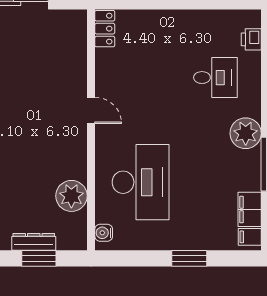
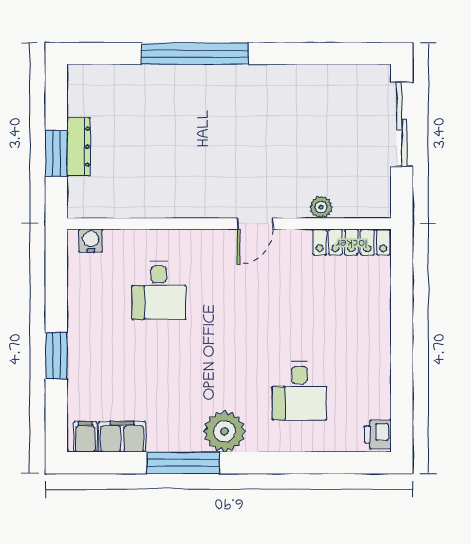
locker: (105, 29) -> (351, 242), width x1.53
printer: (251, 39) -> (378, 435), moved, turned -90
desk: (141, 182) -> (159, 290), width x0.53, depth x0.77
plant: (71, 196) -> (321, 207), moved, width x0.53, depth x0.53

